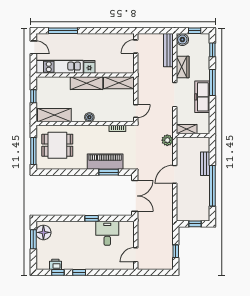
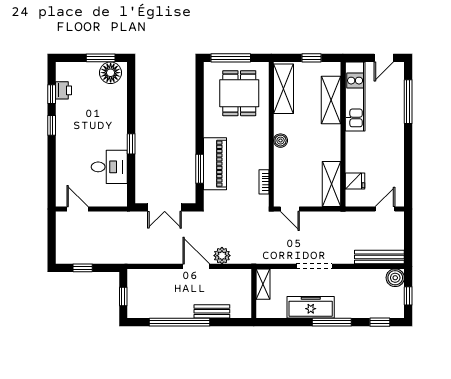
door: (136, 46) -> (385, 209), hinge flipped
fridge: (89, 67) -> (355, 181), moved
wardrobe: (183, 67) -> (355, 278), removed
shelving: (87, 83) -> (331, 100), moved
plant: (167, 140) -> (222, 256), moved
double door: (135, 196) -> (165, 207), width x0.73

